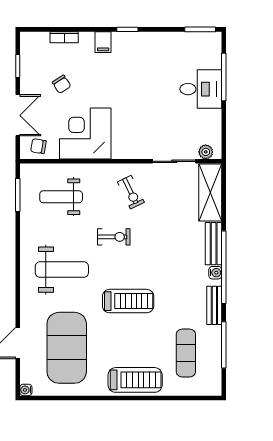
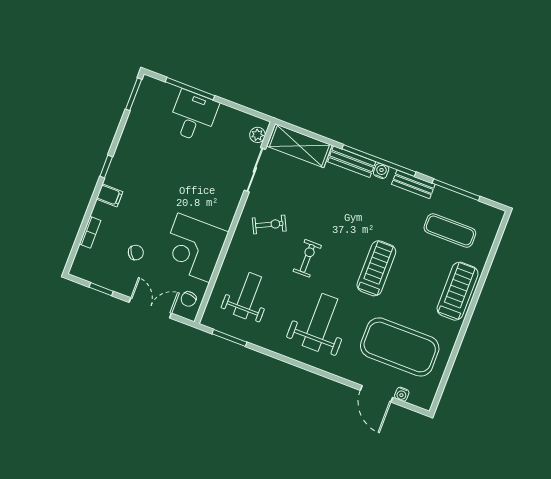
weight bench: (61, 197) -> (247, 296), turned 180
water cooler: (26, 390) -> (402, 394), moved

